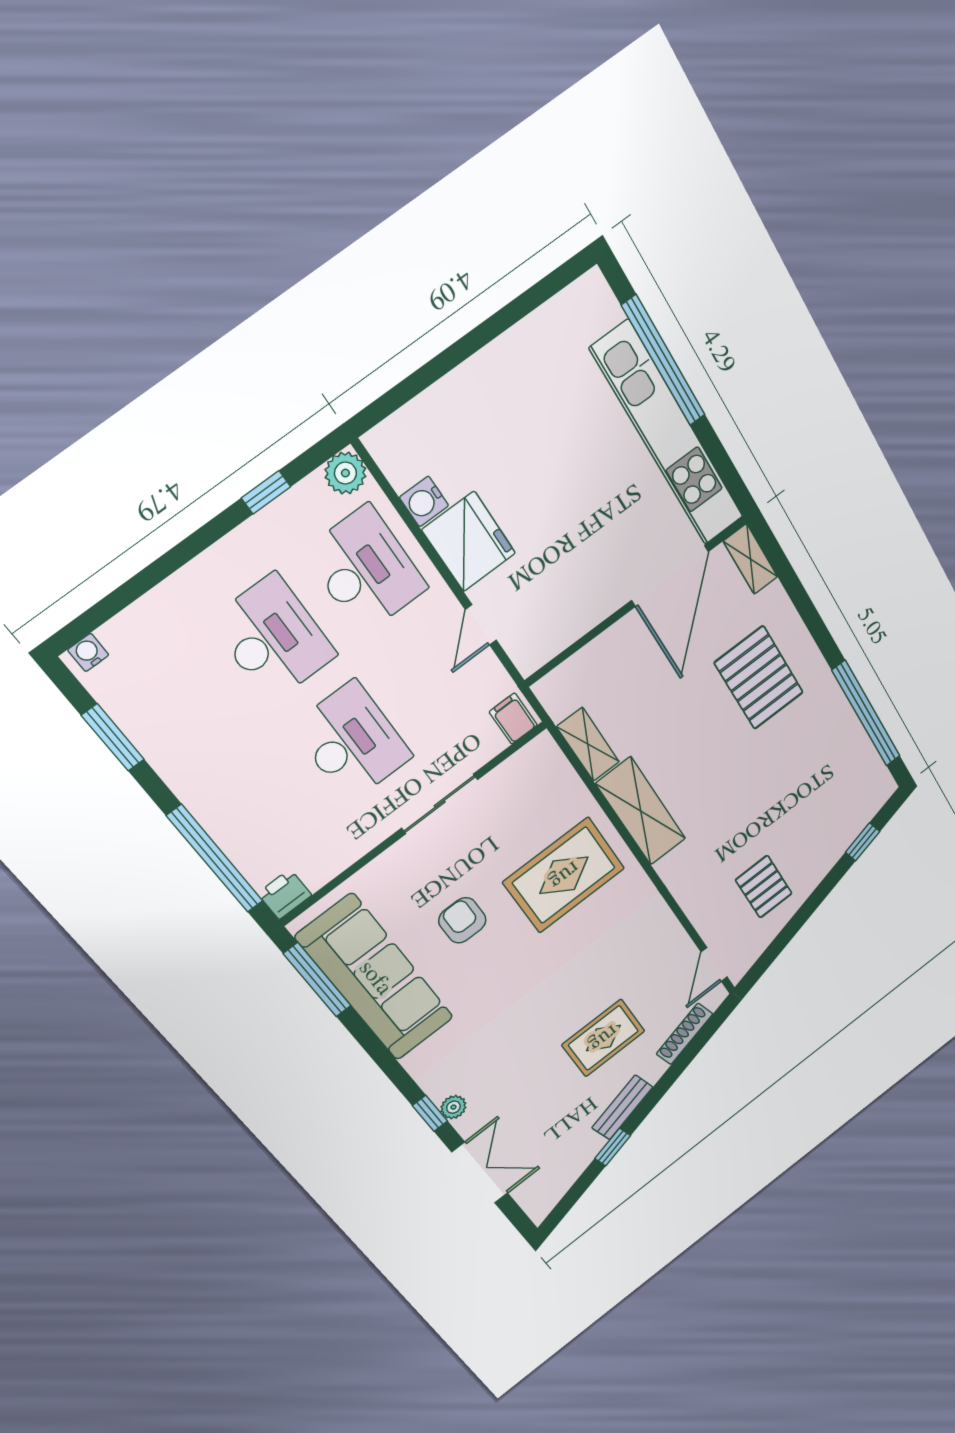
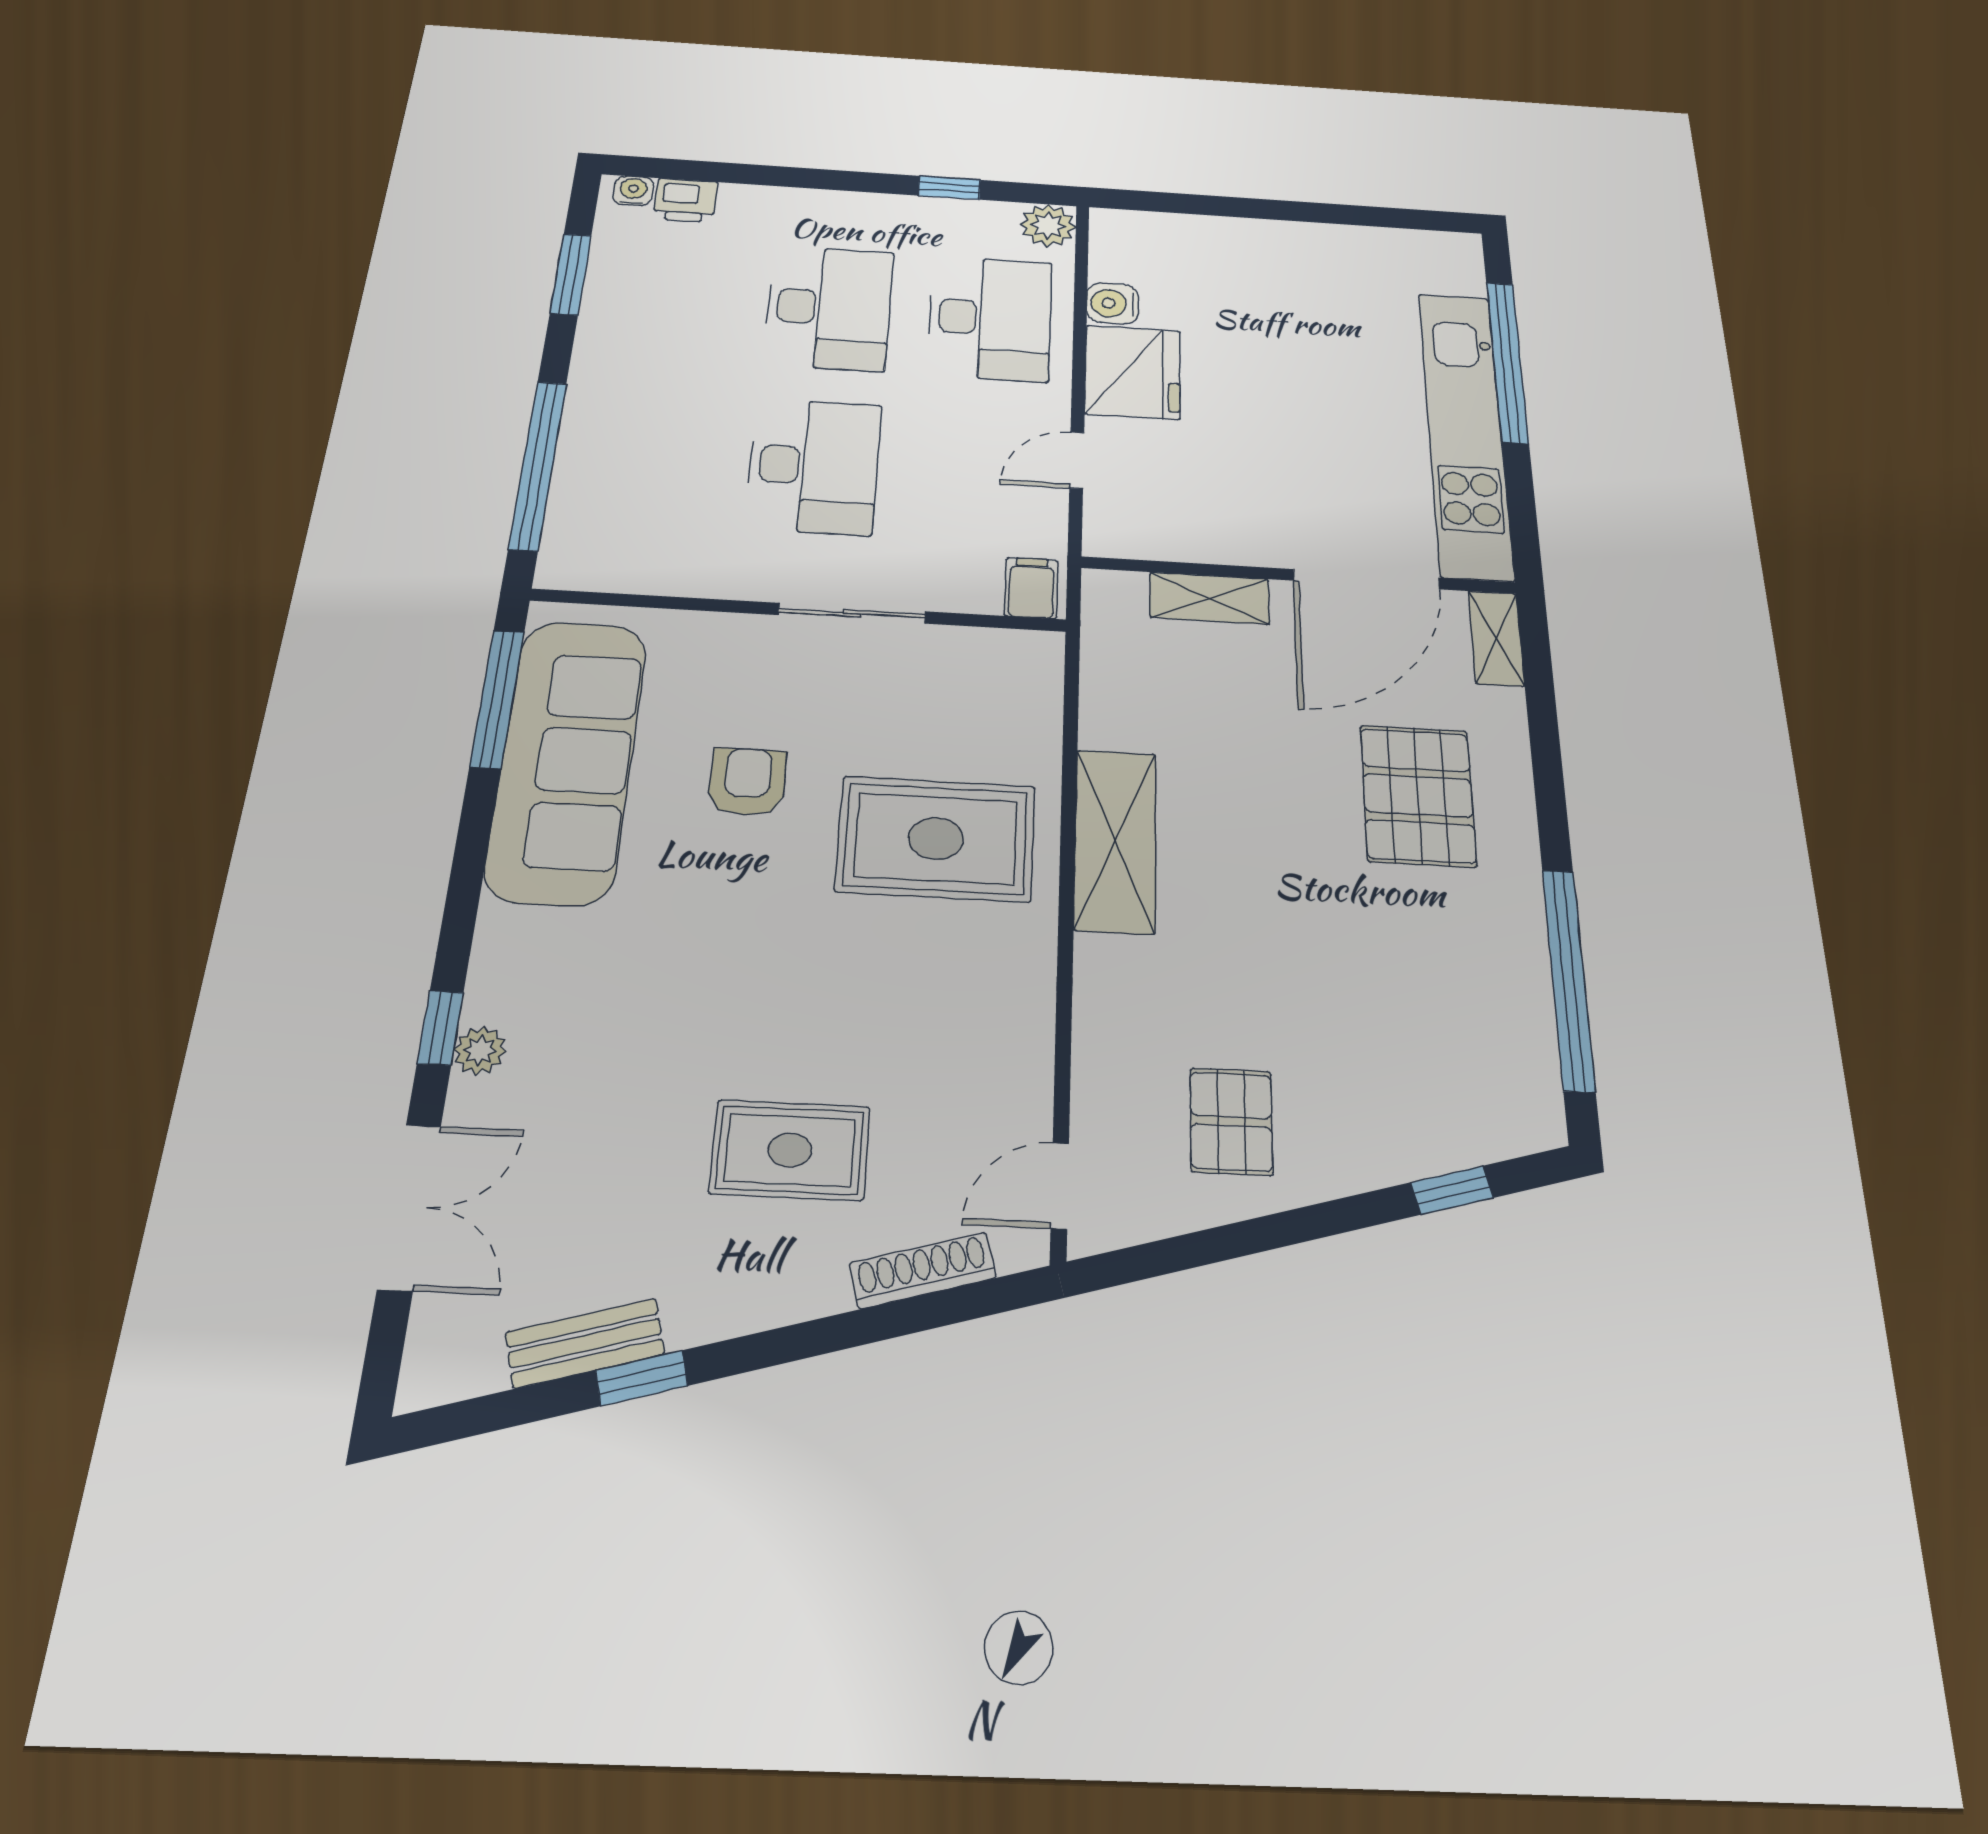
shelving: (588, 744) -> (1210, 598), moved, turned 90
printer: (285, 894) -> (686, 200), moved, turned 180
bench: (622, 1107) -> (585, 1343), moved

